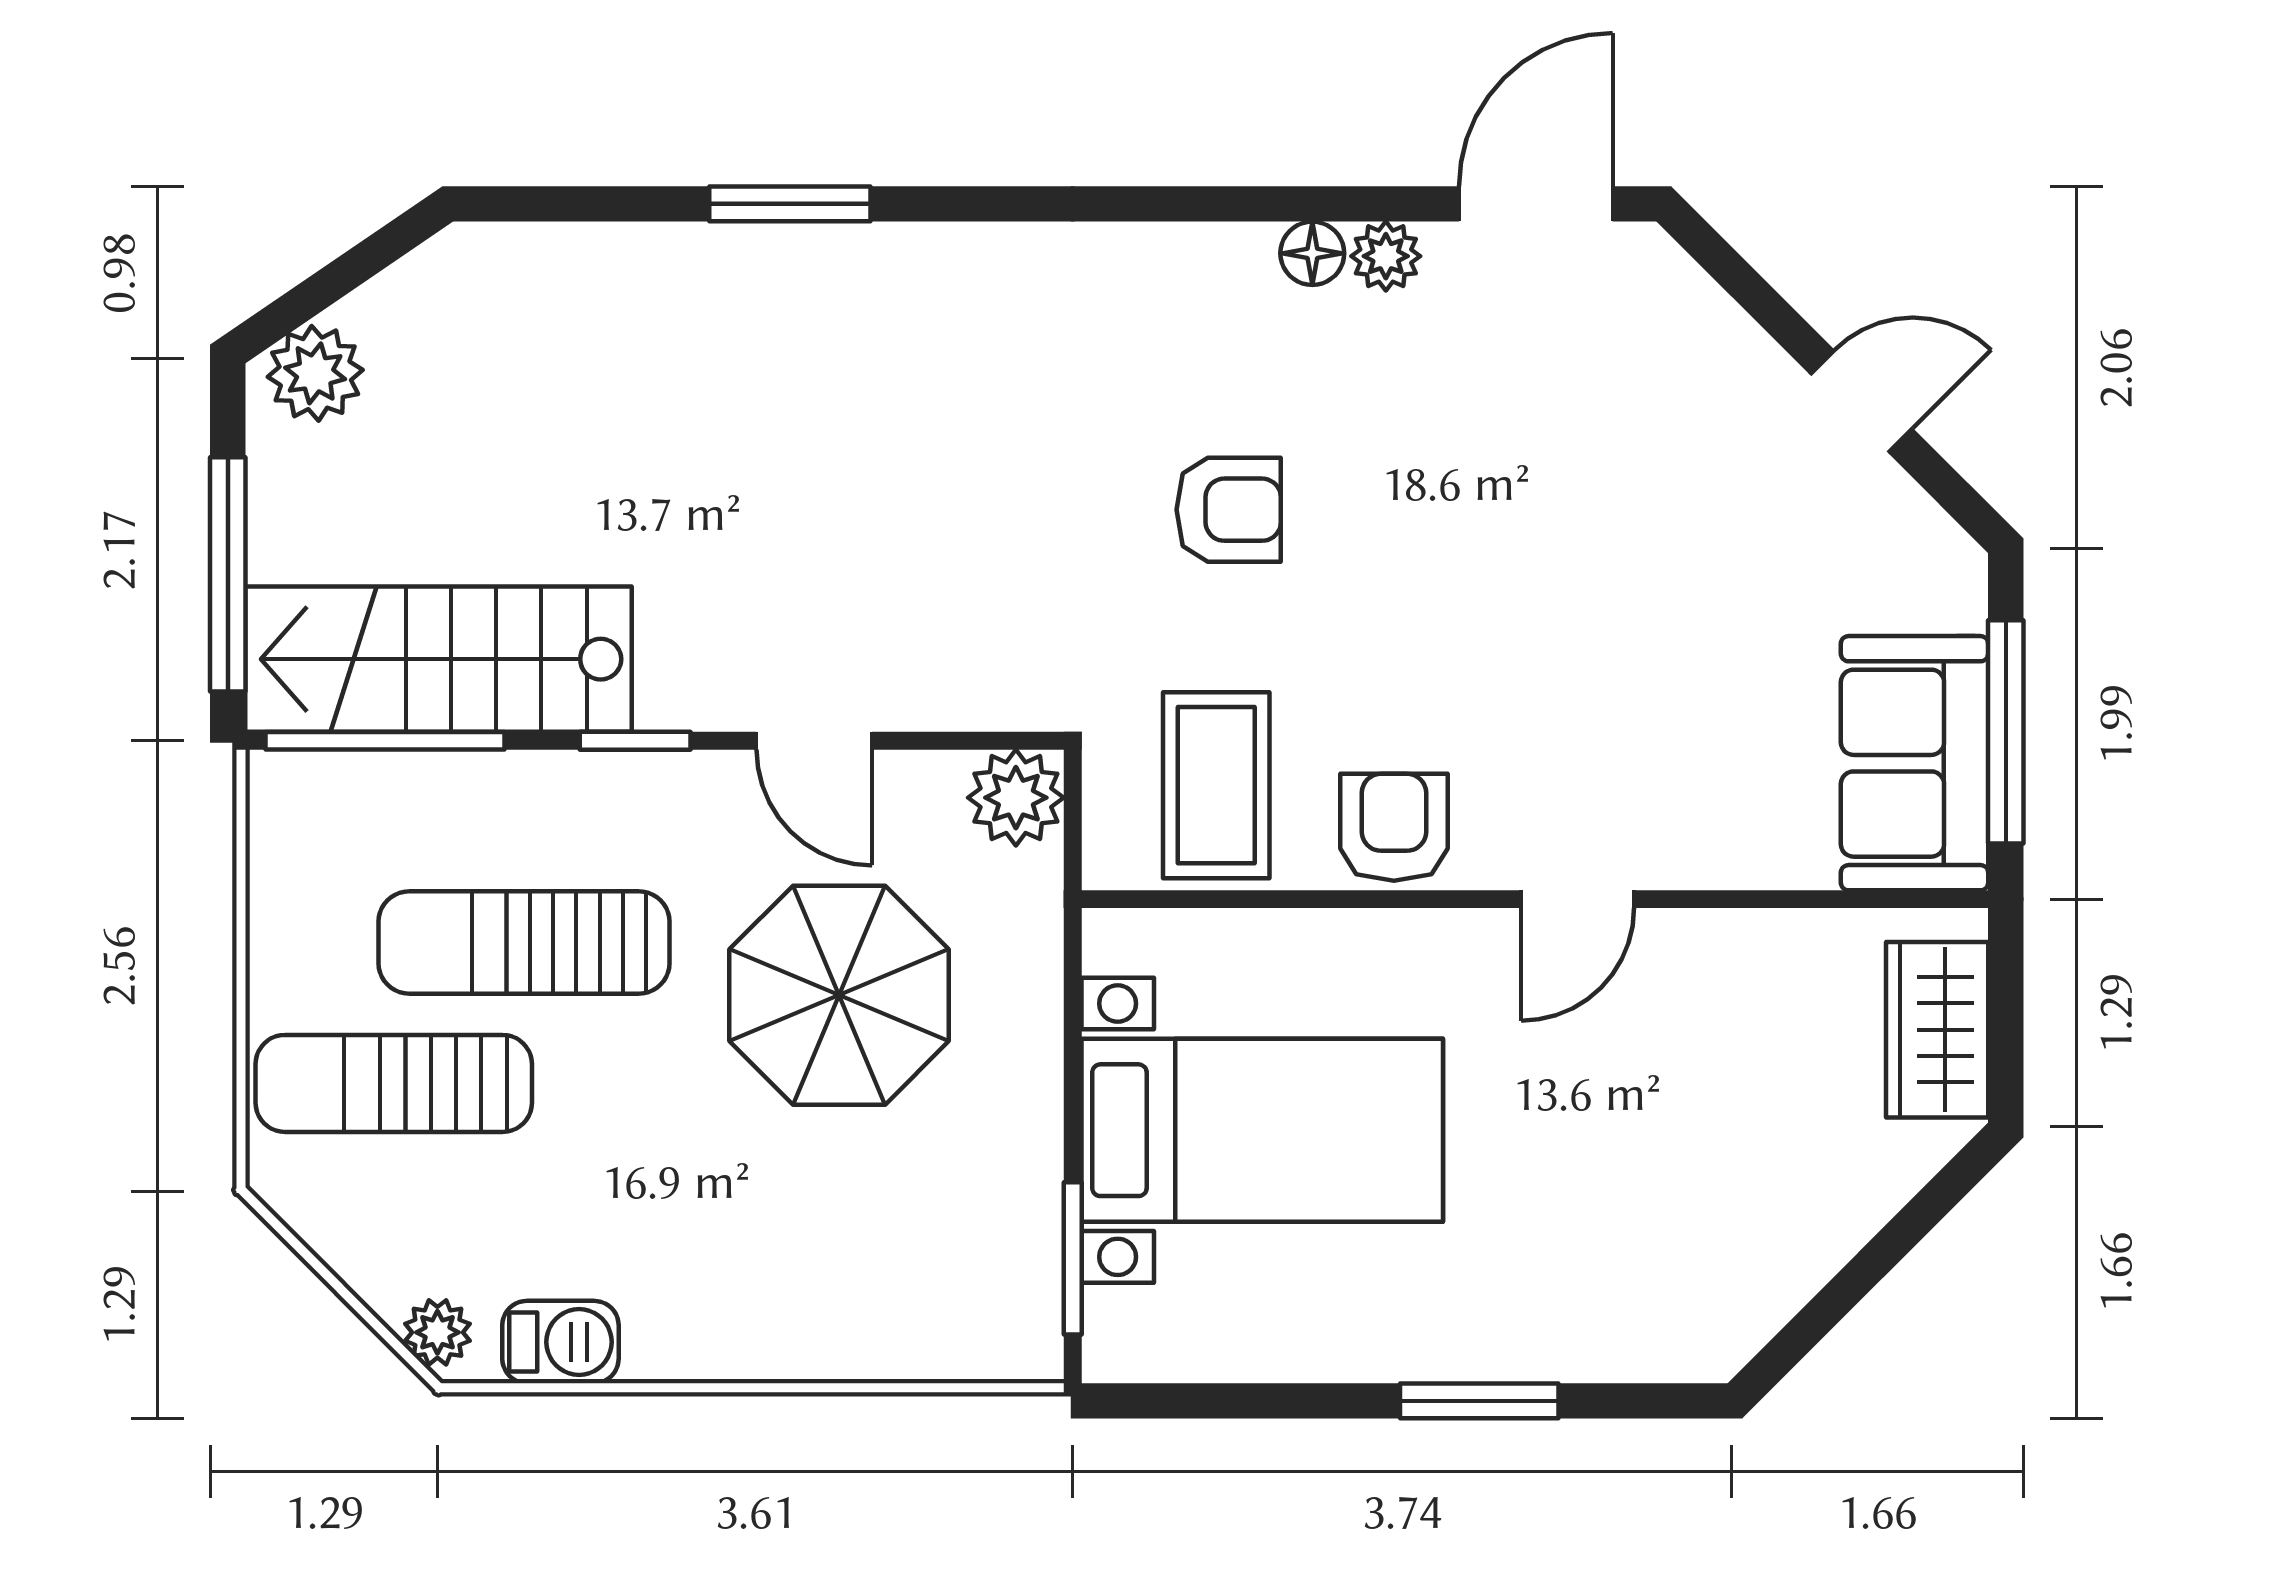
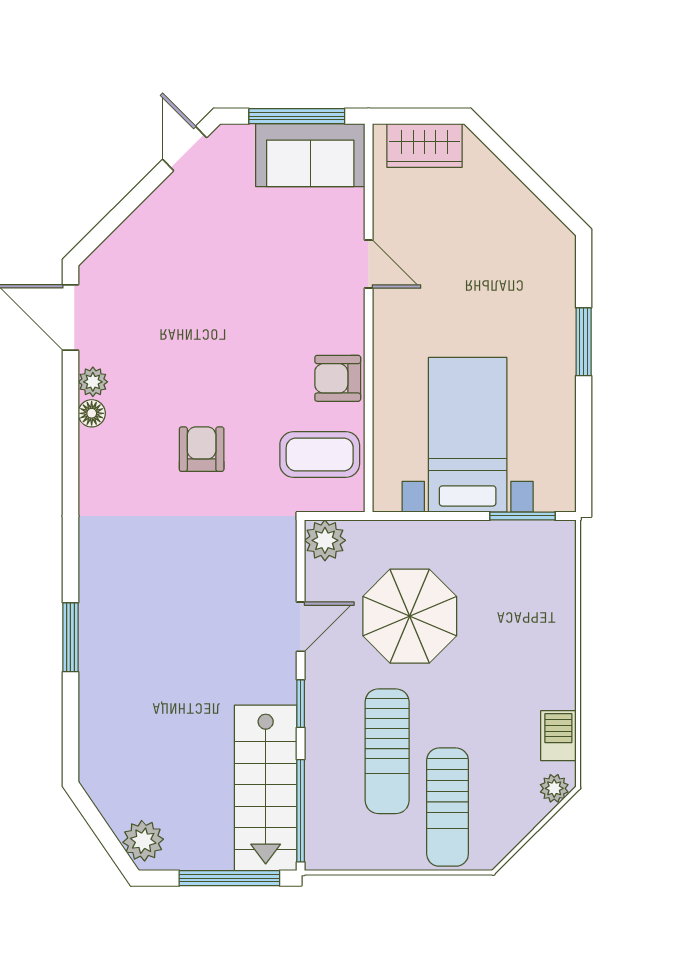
door: (1861, 401) -> (185, 148), moved
door: (1577, 899) -> (369, 264), moved

